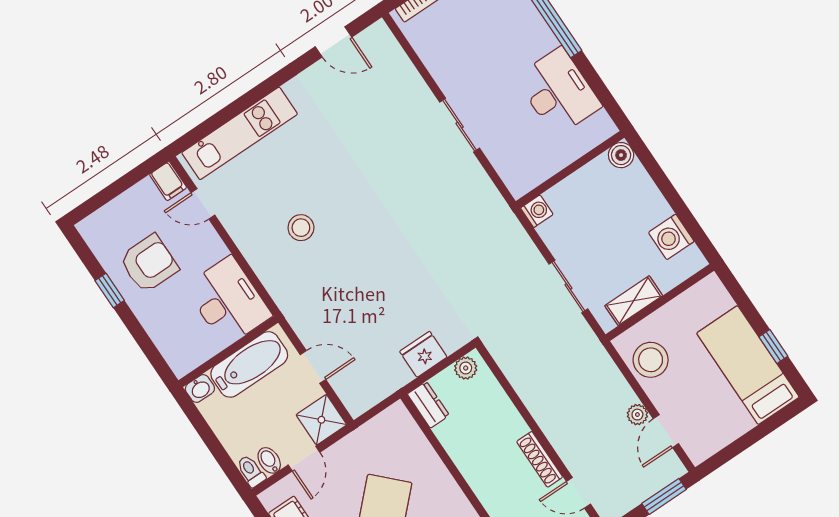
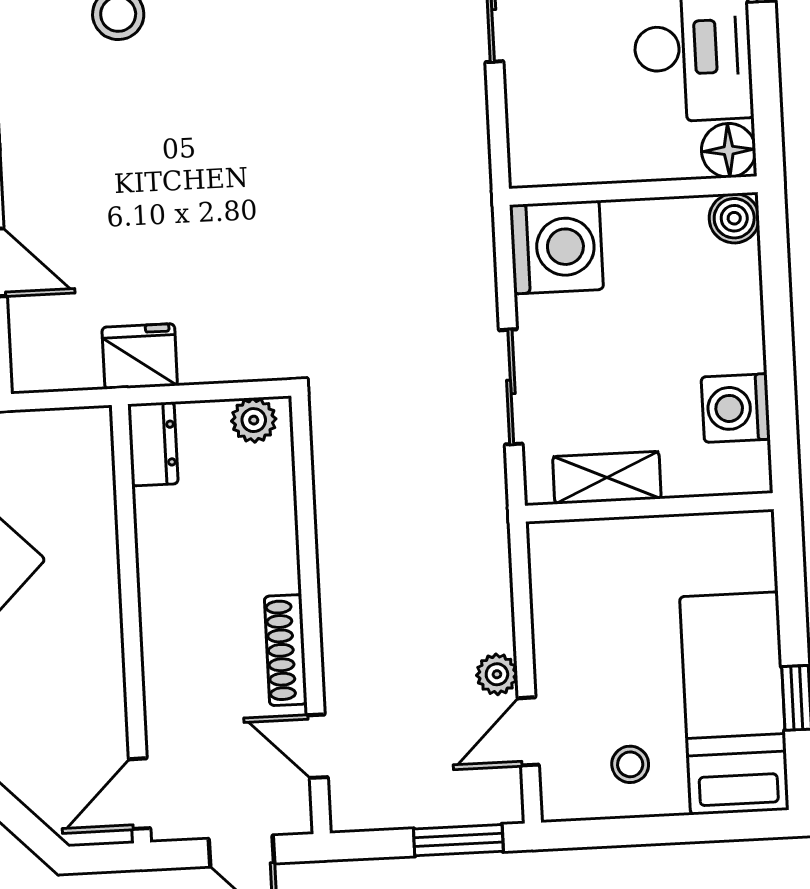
floor lamp: (601, 127) -> (729, 150), added
washing machine: (537, 211) -> (556, 247), width x1.89, depth x1.89
fridge: (423, 354) -> (140, 356), moved
stool: (651, 360) -> (630, 764), moved, width x0.53, depth x0.53

